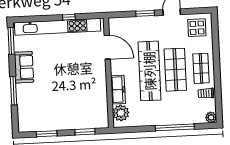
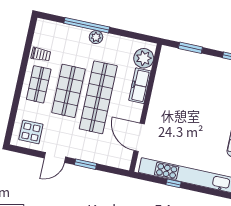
plant: (211, 117) -> (96, 37), moved

